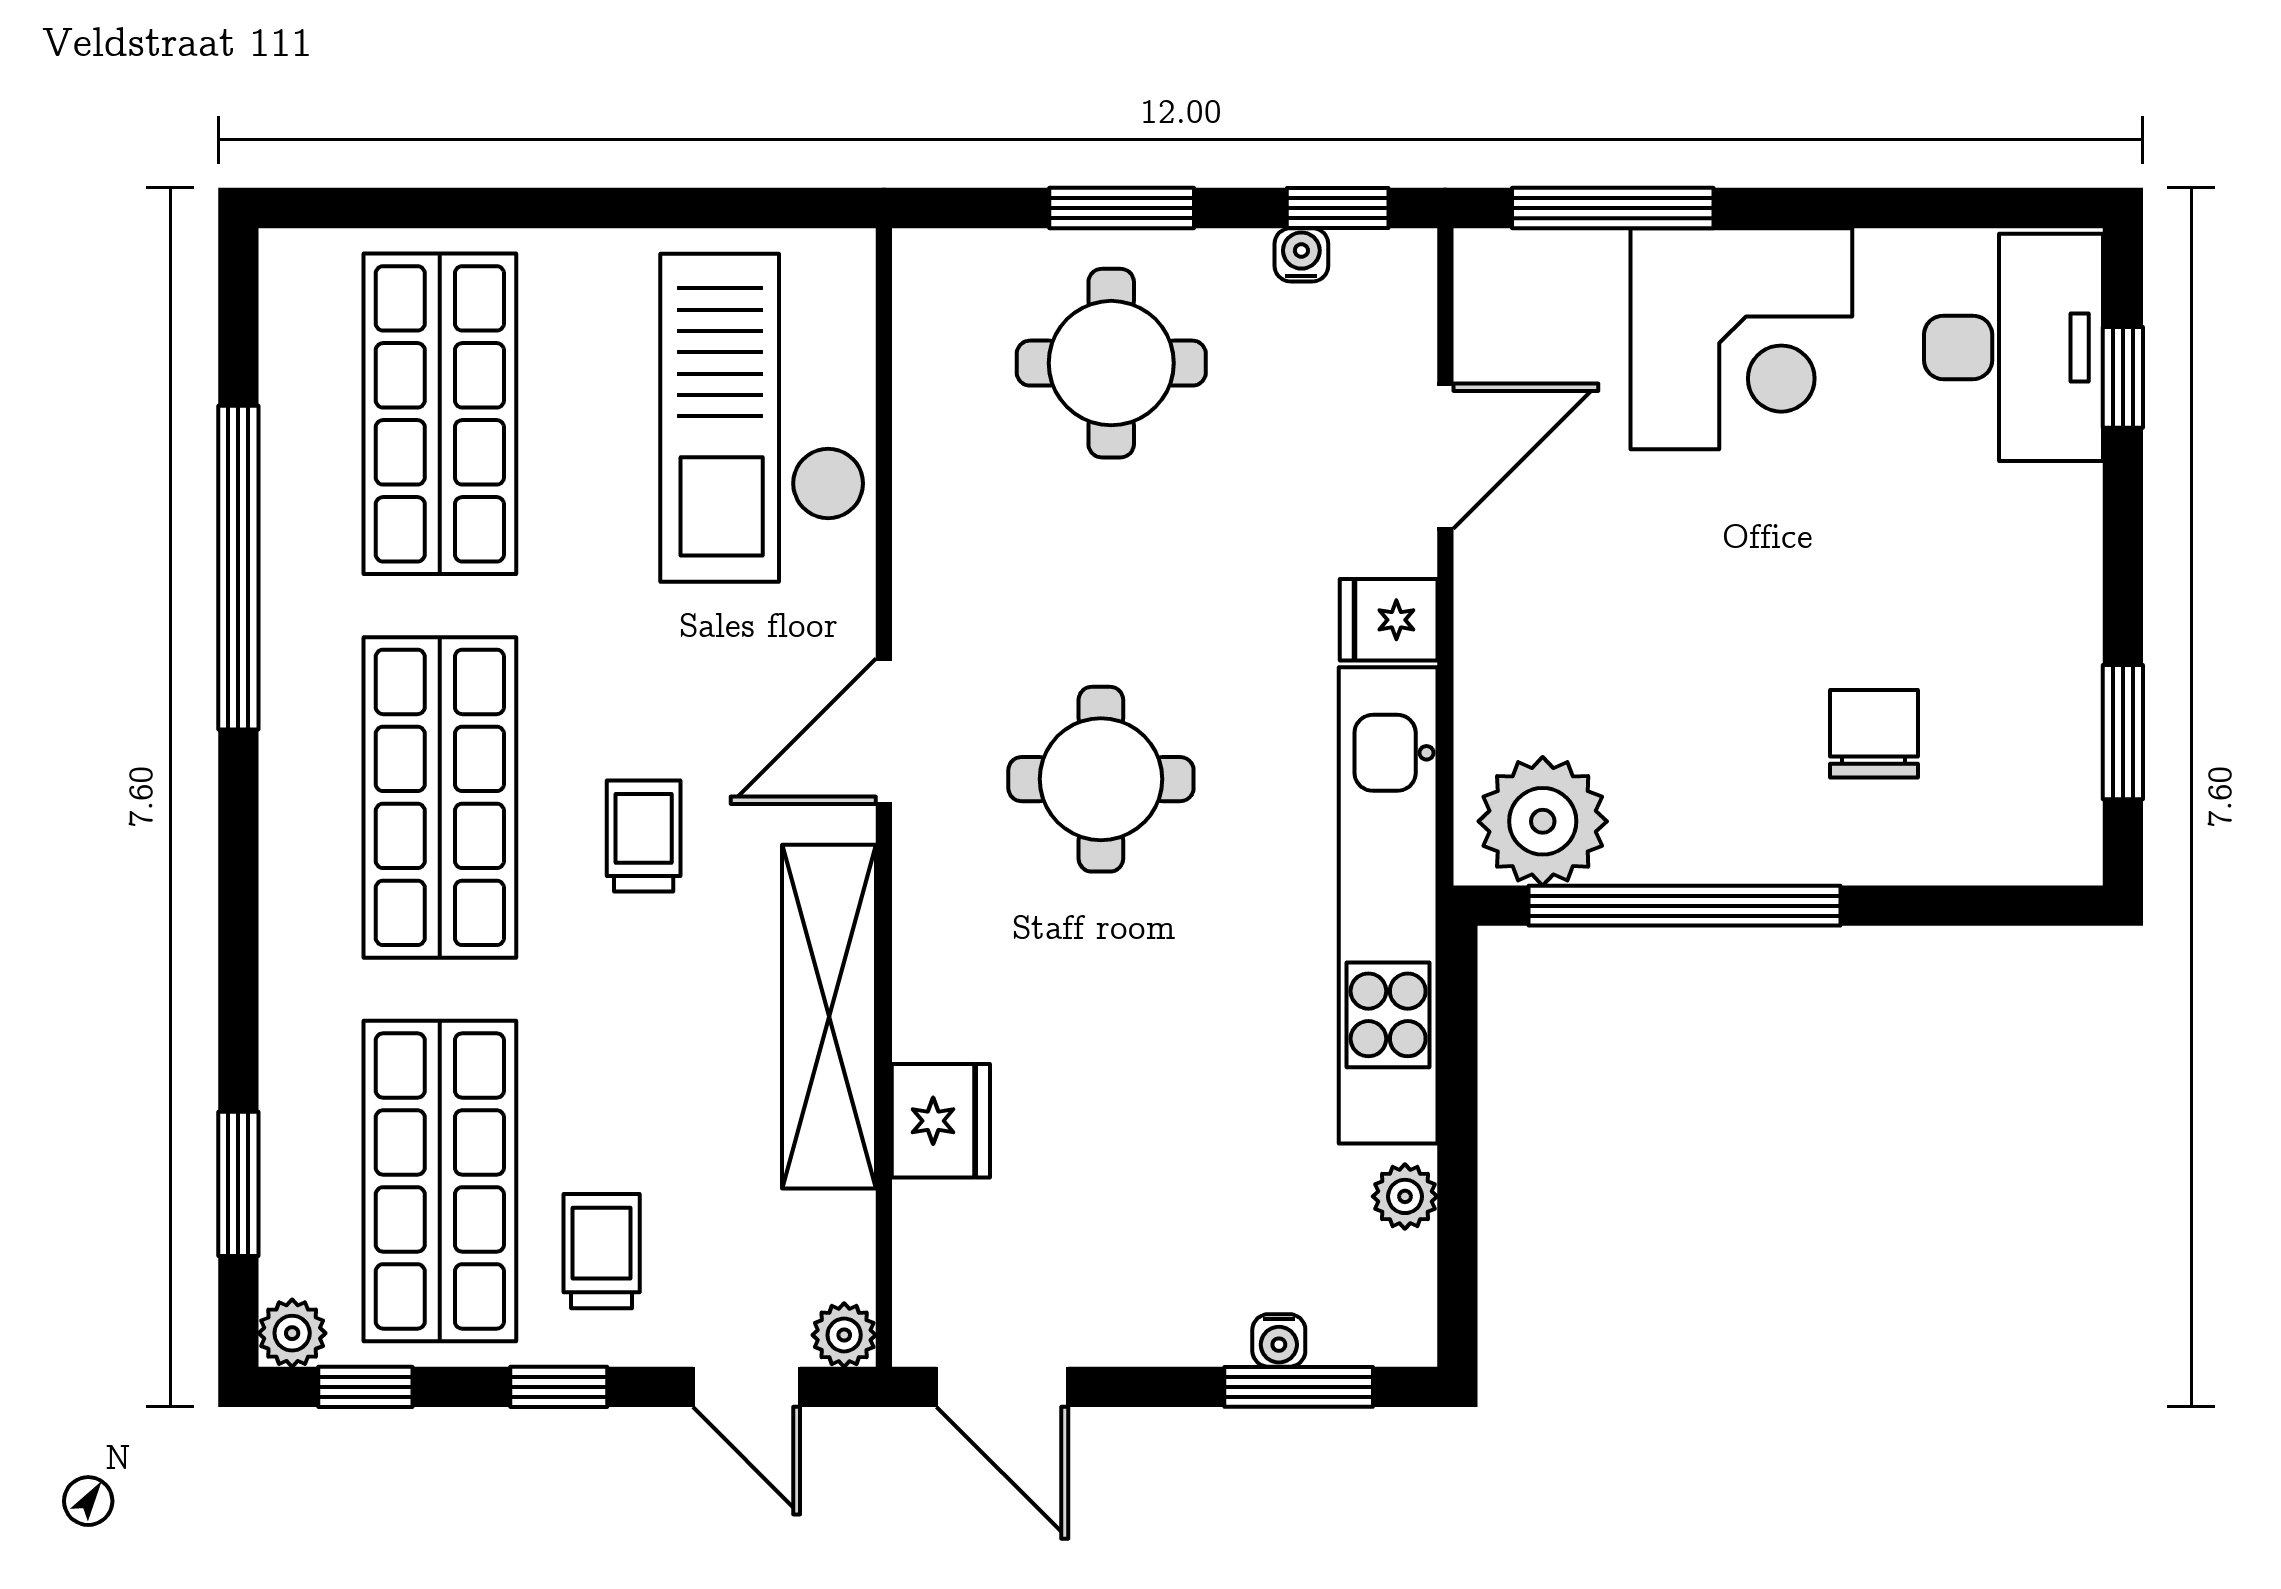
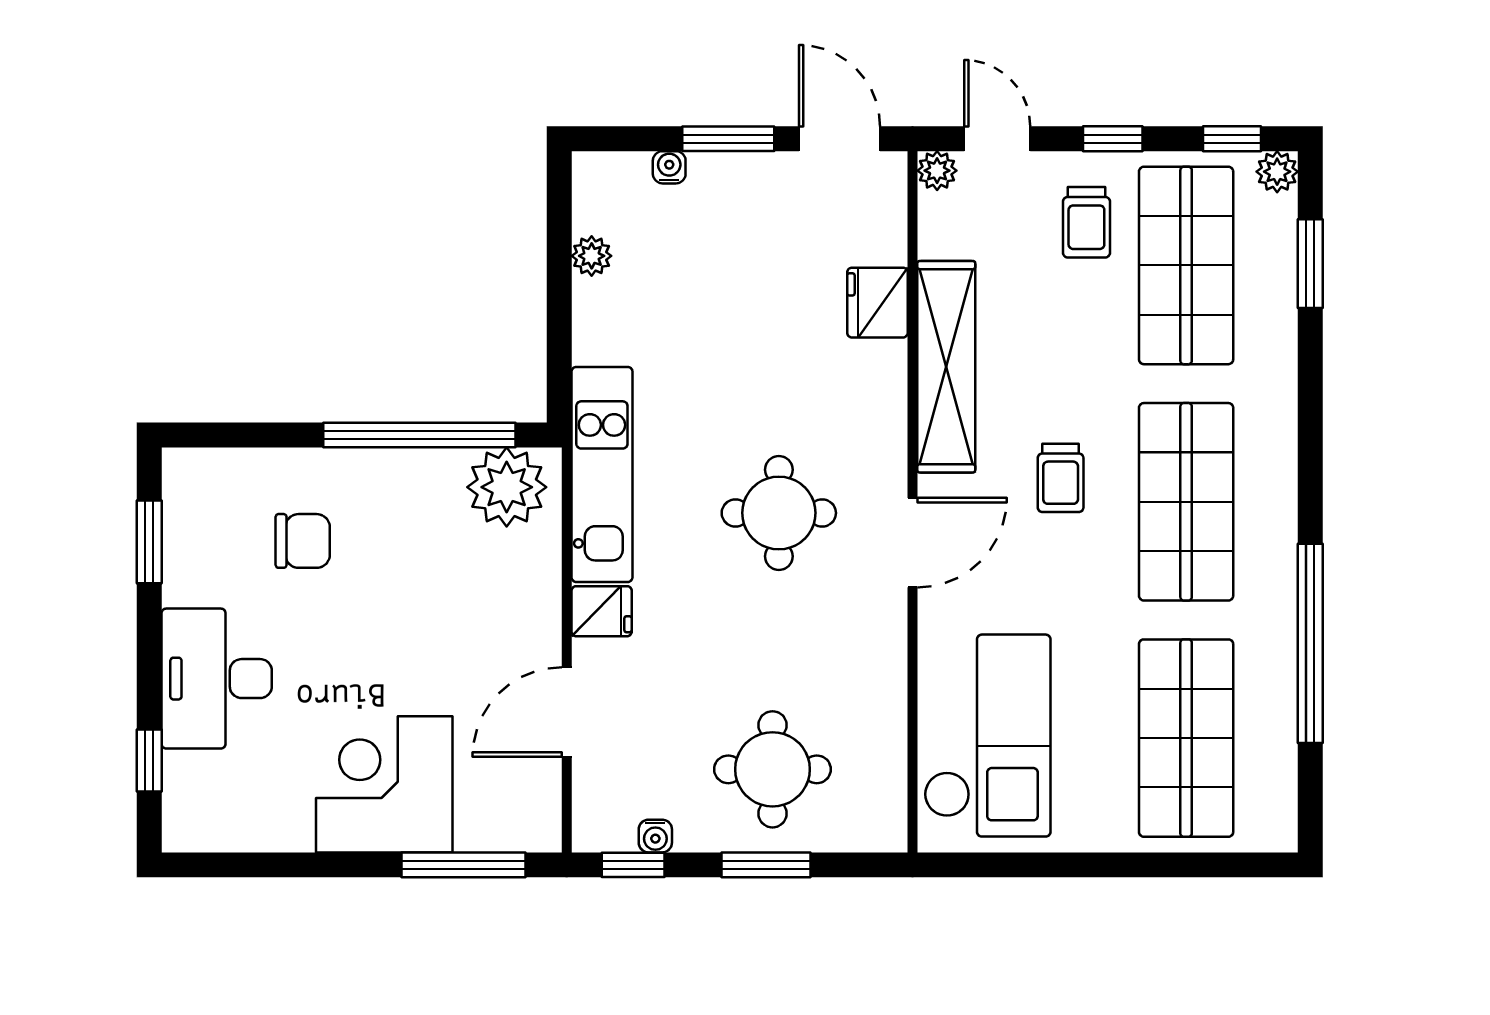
desk: (2014, 347) -> (217, 679), moved
chair: (1874, 734) -> (303, 541), turned -90
kitchen unit: (1388, 905) -> (602, 474), width x0.73
window: (1299, 1387) -> (728, 139), moved

